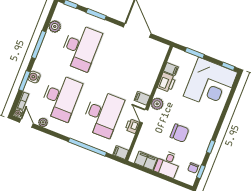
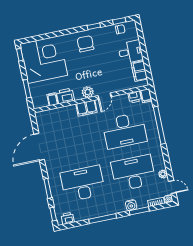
printer: (59, 14) -> (68, 218), added
plant: (55, 27) -> (80, 215), removed
filing cabinet: (142, 98) -> (86, 108), width x2.00
desk: (103, 114) -> (125, 131), turned 180
door: (26, 123) -> (172, 187), swing flipped
printer: (132, 126) -> (135, 97), moved
chair: (180, 133) -> (85, 44), moved

